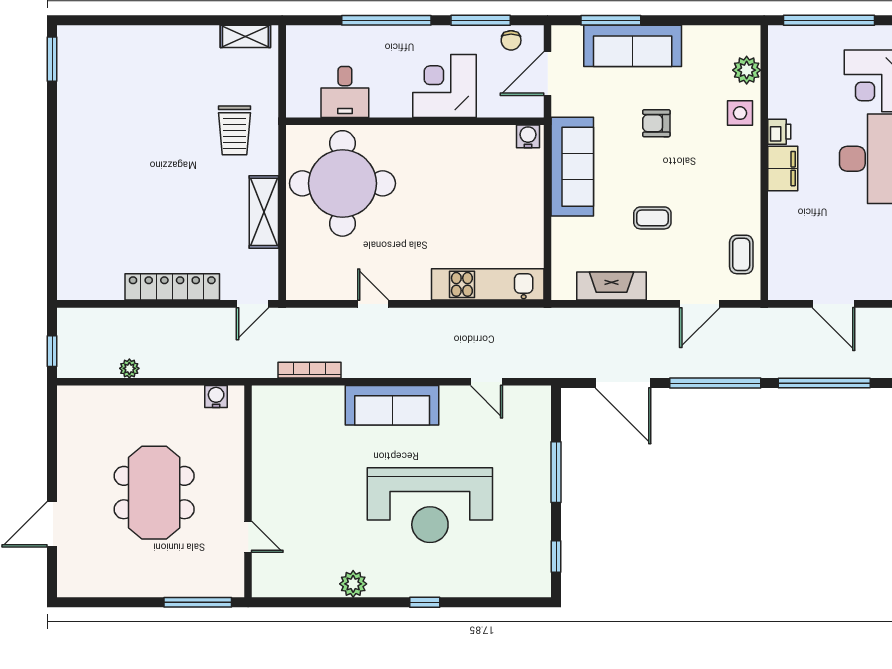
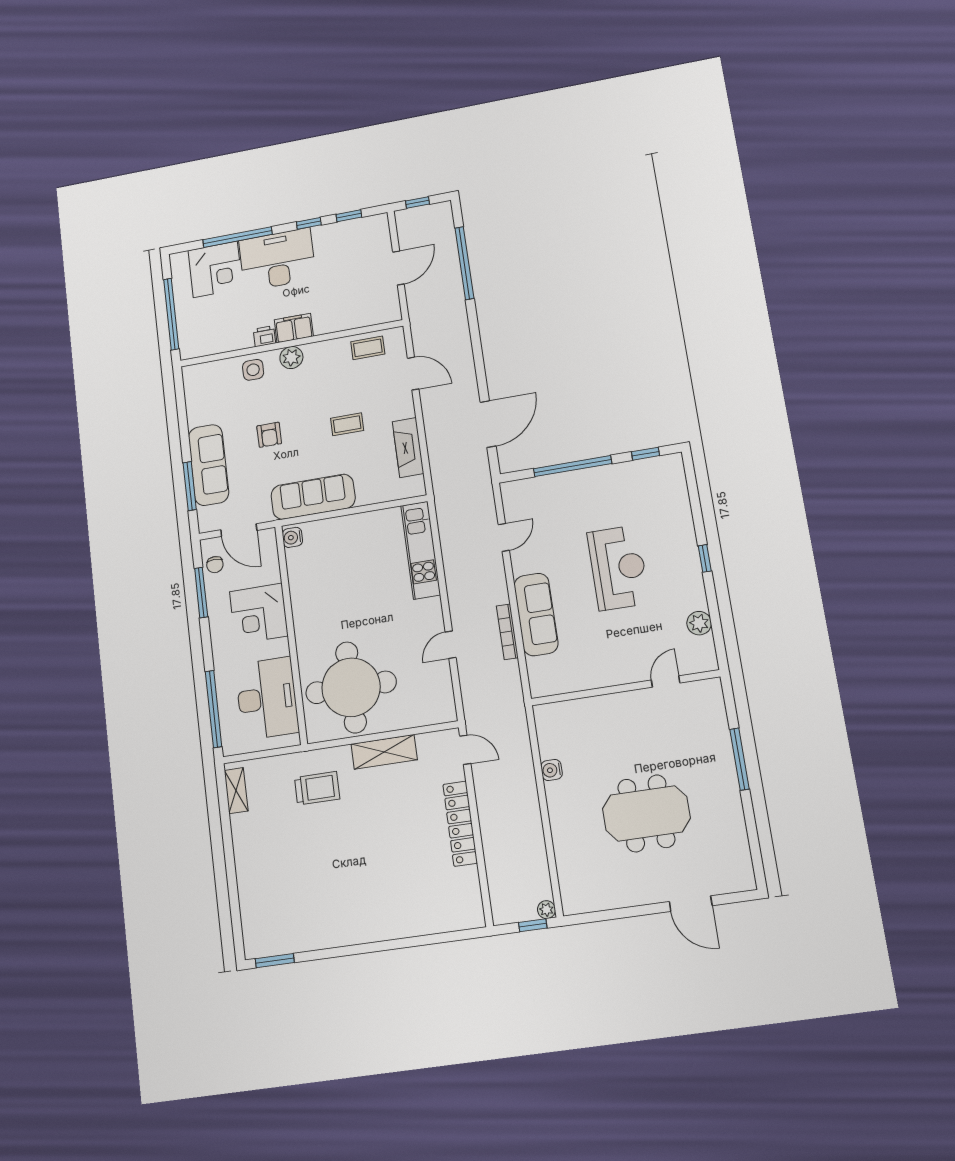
window: (386, 20) -> (214, 709), moved
chair: (511, 40) -> (215, 565), turned 90
plant: (747, 70) -> (291, 358), moved
desk: (345, 92) -> (267, 698), width x1.87, depth x1.30
coffee table: (652, 218) -> (347, 424), turned 90
plant: (129, 368) -> (546, 910), moved
bookcase: (310, 370) -> (507, 632), moved
window: (715, 383) -> (477, 349), removed
window: (556, 472) -> (573, 466), width x1.46
wall: (248, 491) -> (625, 688), moved
reception desk: (430, 505) -> (618, 568), width x0.74, depth x0.77
door: (248, 537) -> (666, 682), moved

